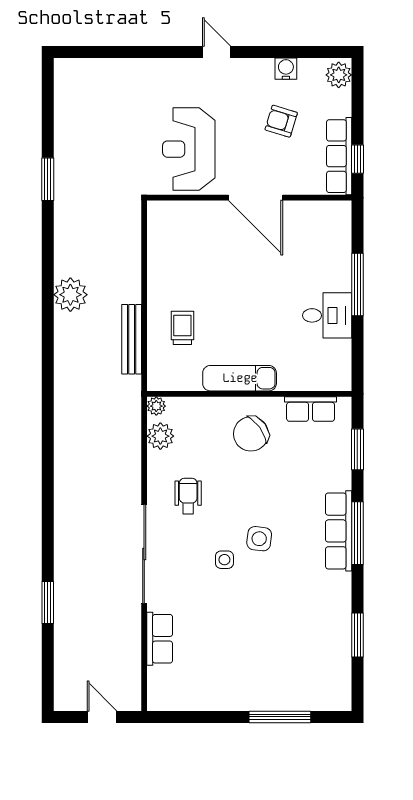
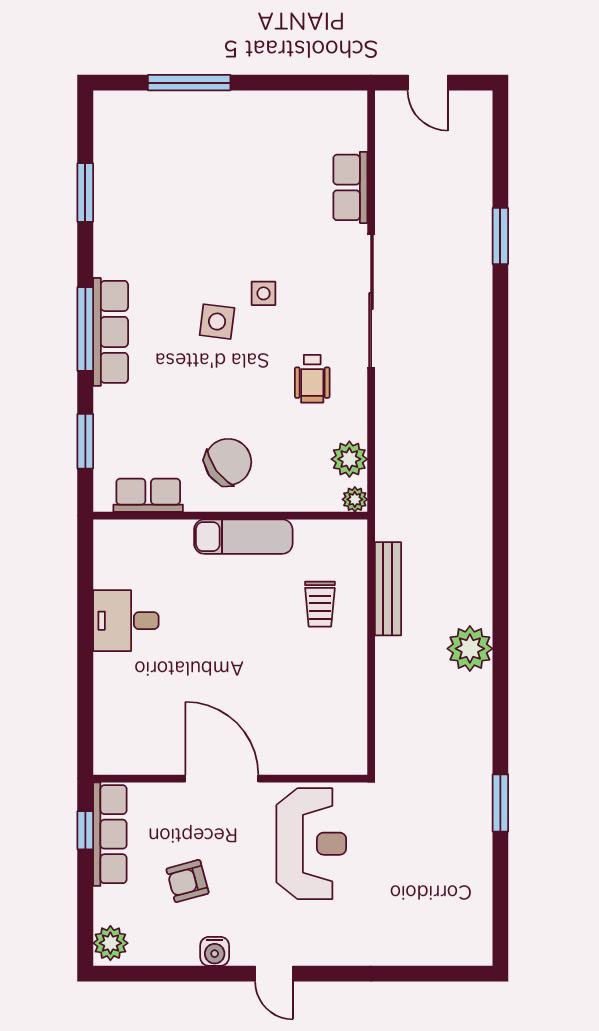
water cooler: (286, 69) -> (215, 951), moved
armchair: (281, 121) -> (188, 881), turned 148
window: (357, 285) -> (85, 662), removed

